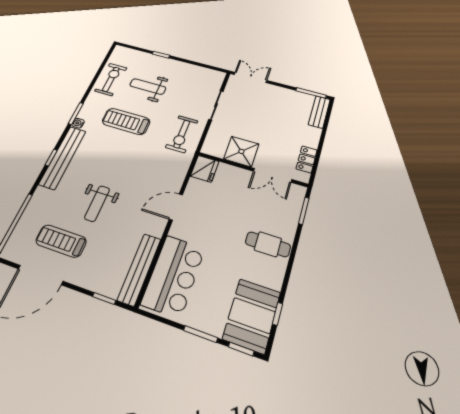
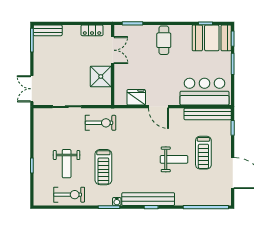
exercise bike: (111, 79) -> (69, 195), turned 180
fridge: (205, 169) -> (136, 97), moved
treadmill: (61, 241) -> (203, 153), moved

